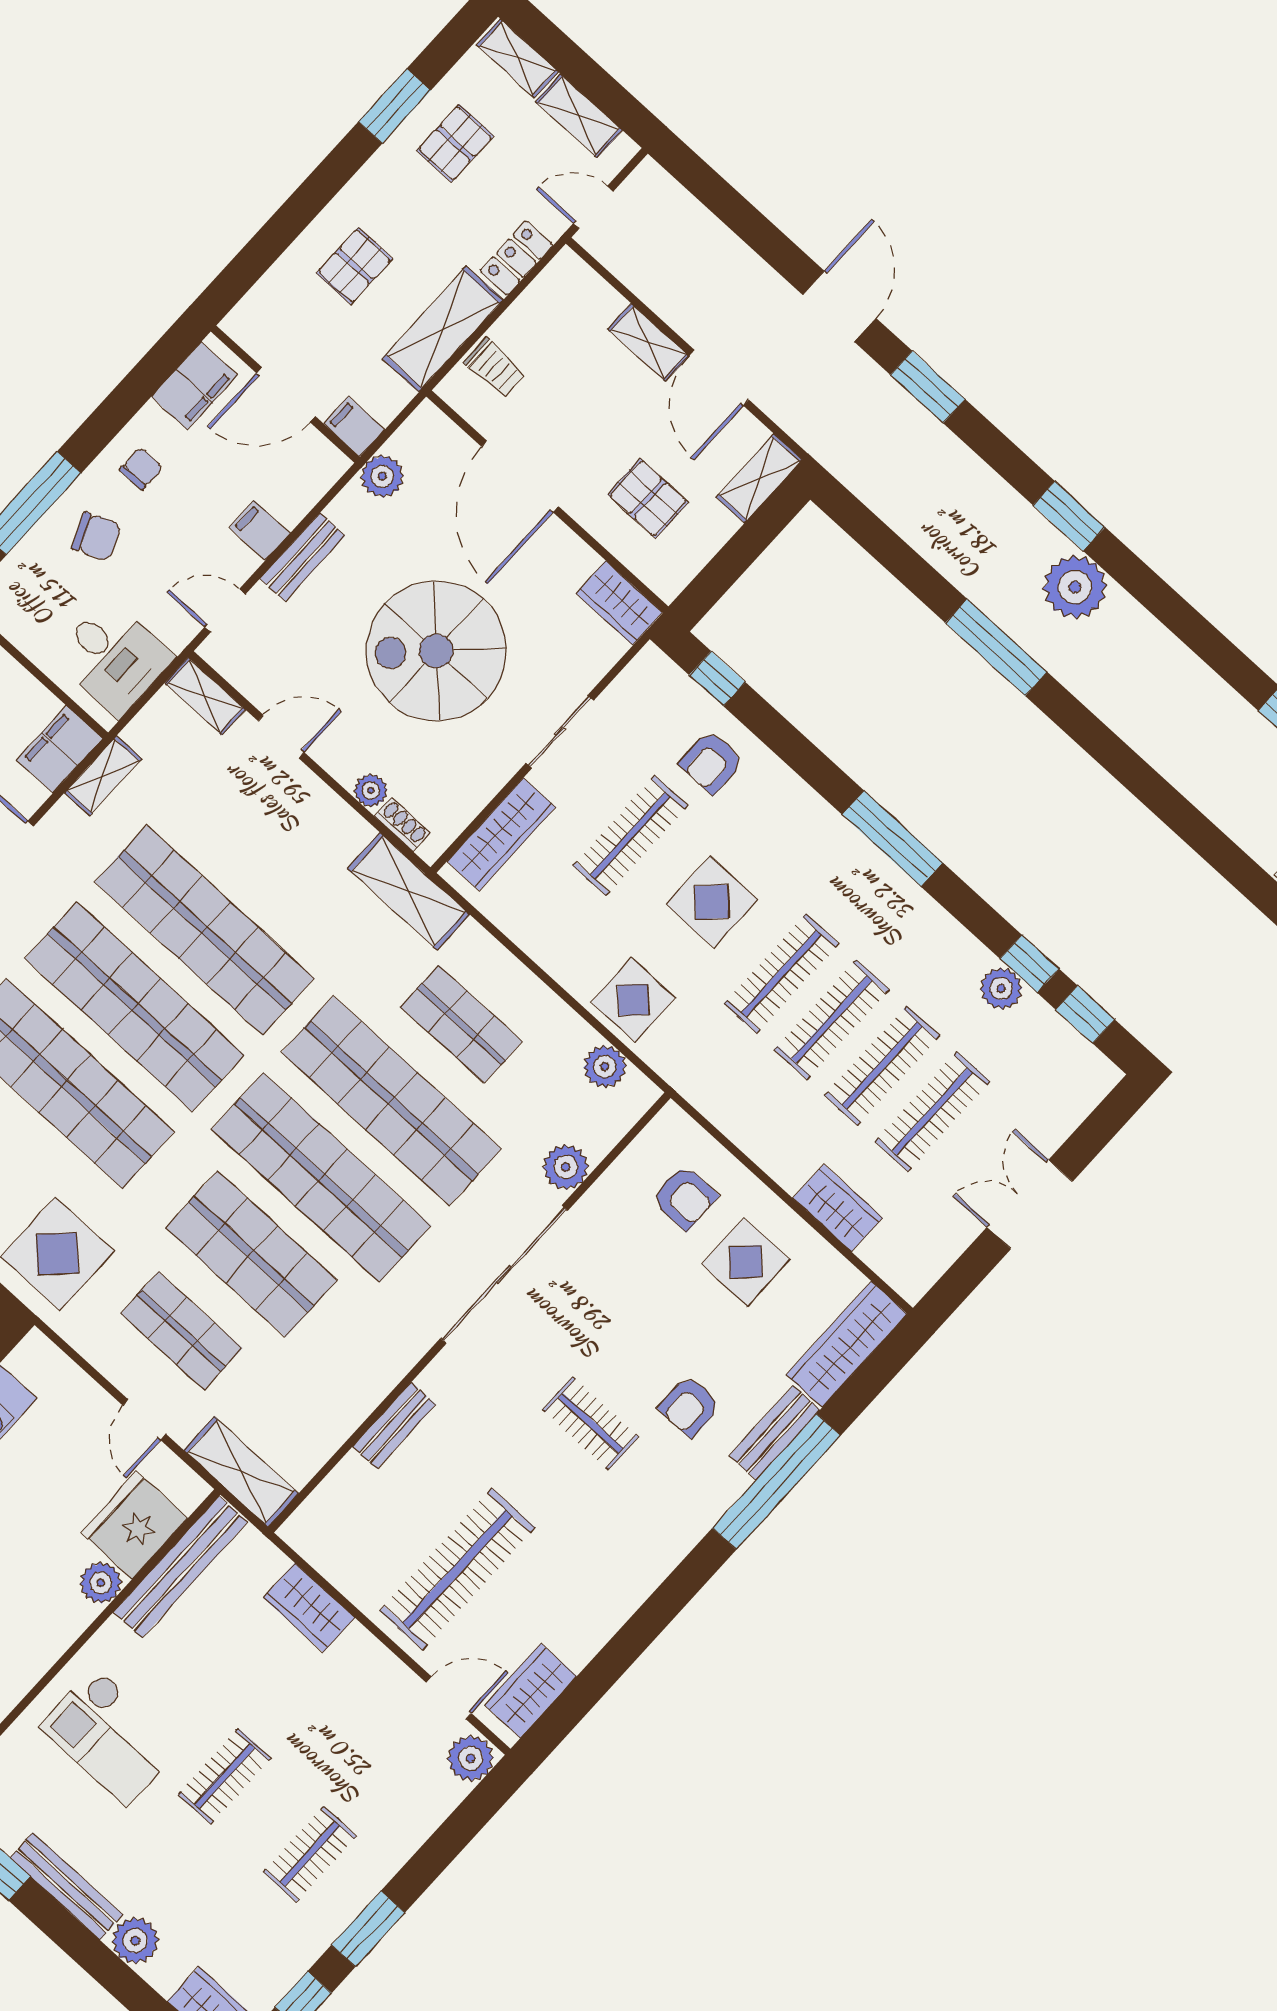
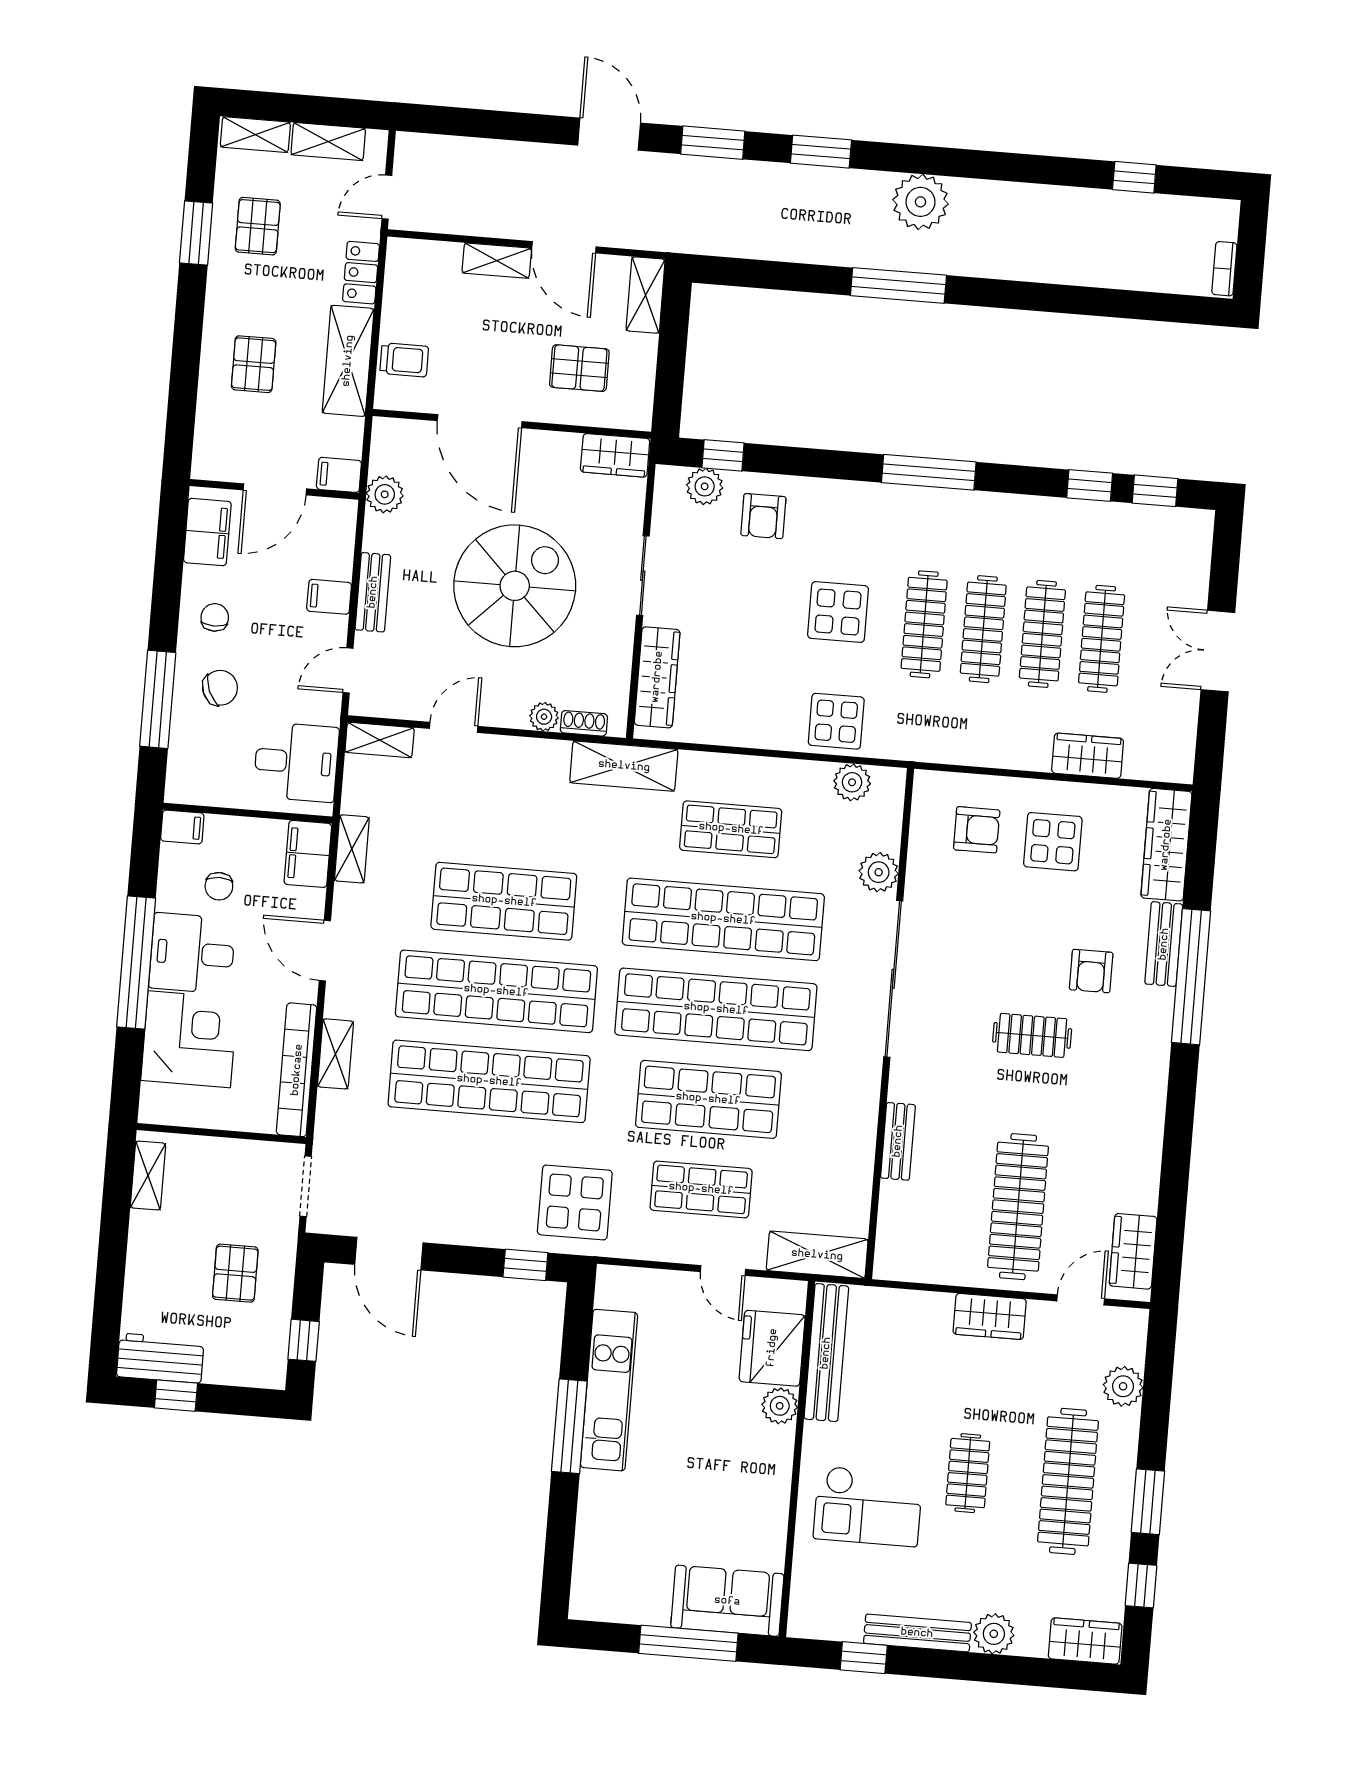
window: (1069, 516) -> (821, 152), moved
spiral stairs: (436, 651) -> (515, 586), turned 180
clothes rail: (630, 836) -> (747, 610), removed
shop shelf: (204, 930) -> (504, 901), width x0.71
plant: (1001, 989) -> (705, 486), moved
wardrobe: (309, 1608) -> (990, 1316), moved
plant: (471, 1758) -> (1123, 1386), moved
clothes rail: (310, 1854) -> (1068, 1481), width x1.86, depth x1.31

